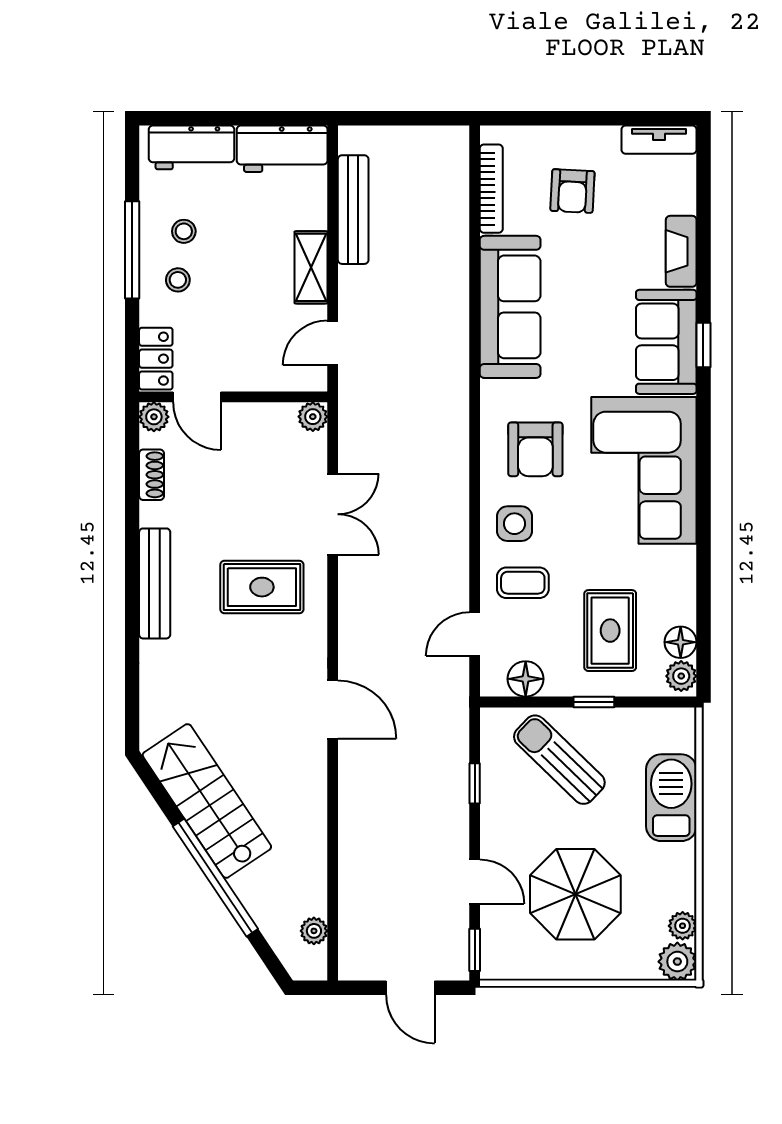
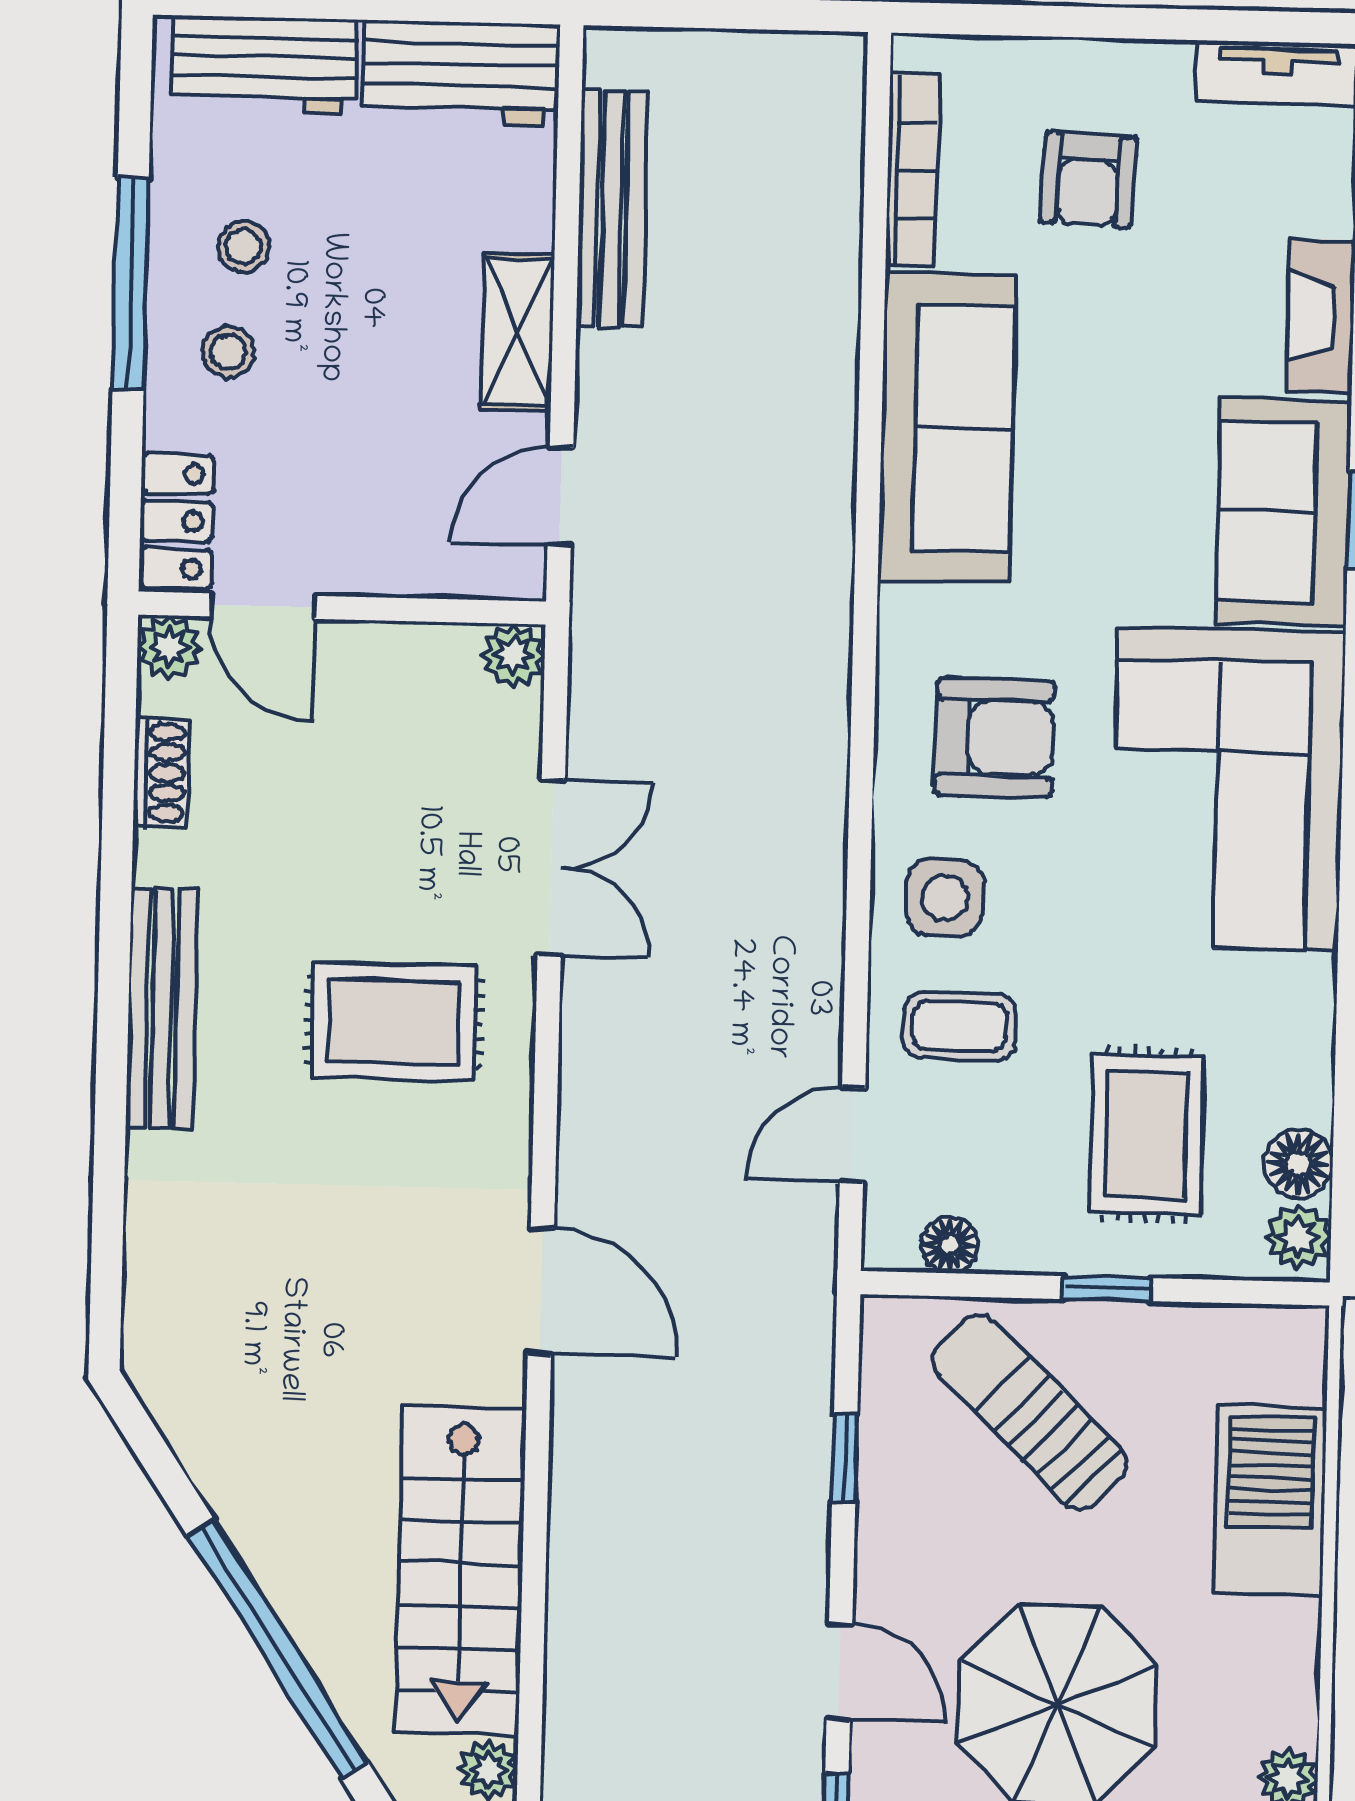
armchair: (535, 449) -> (994, 738), turned -90
floor lamp: (526, 679) -> (950, 1245), width x0.73, depth x0.73
stairs: (207, 801) -> (461, 1570), moved, turned -146

